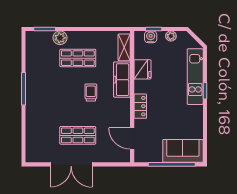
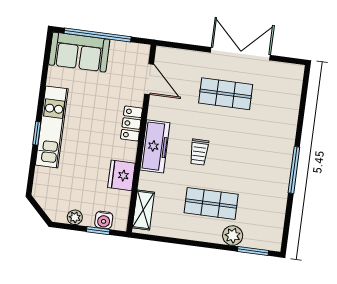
kitchen unit: (195, 77) -> (52, 127), moved
freezer: (122, 80) -> (155, 146), moved

